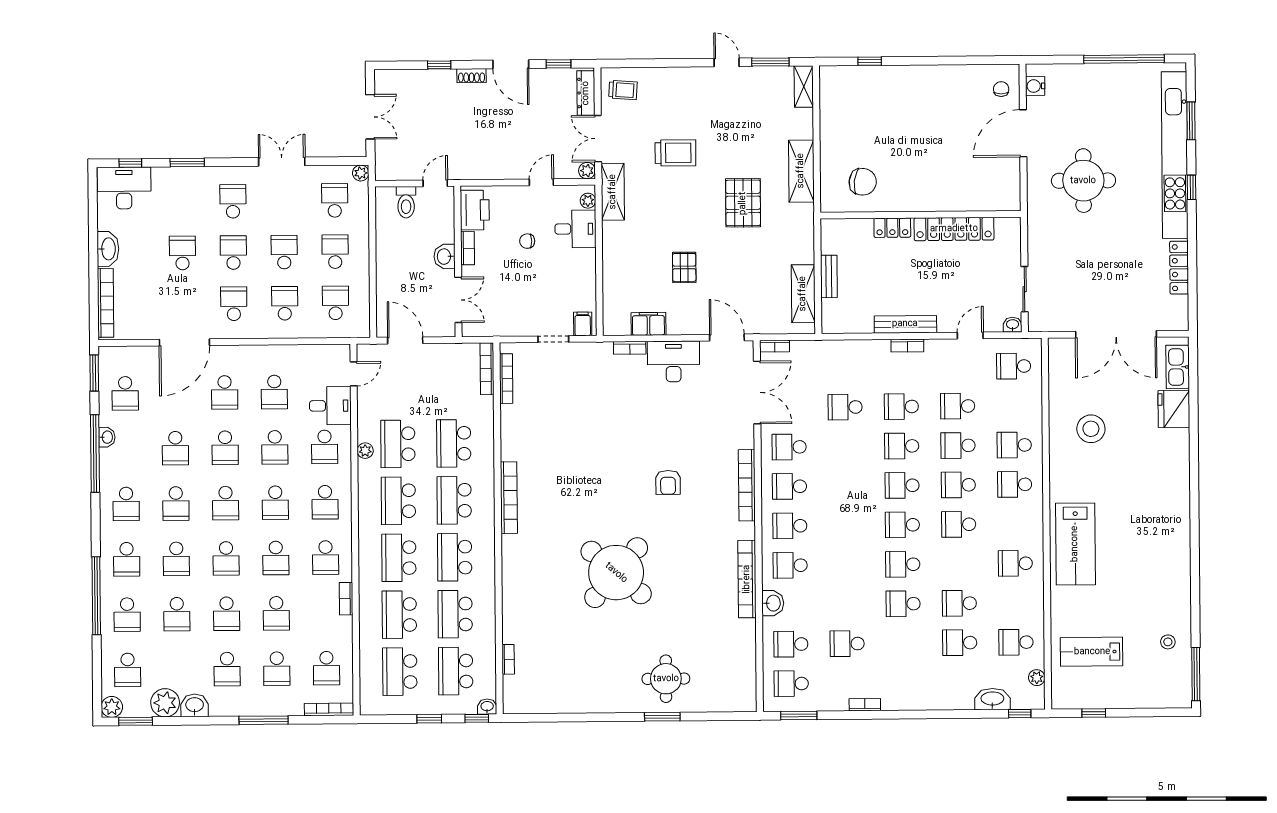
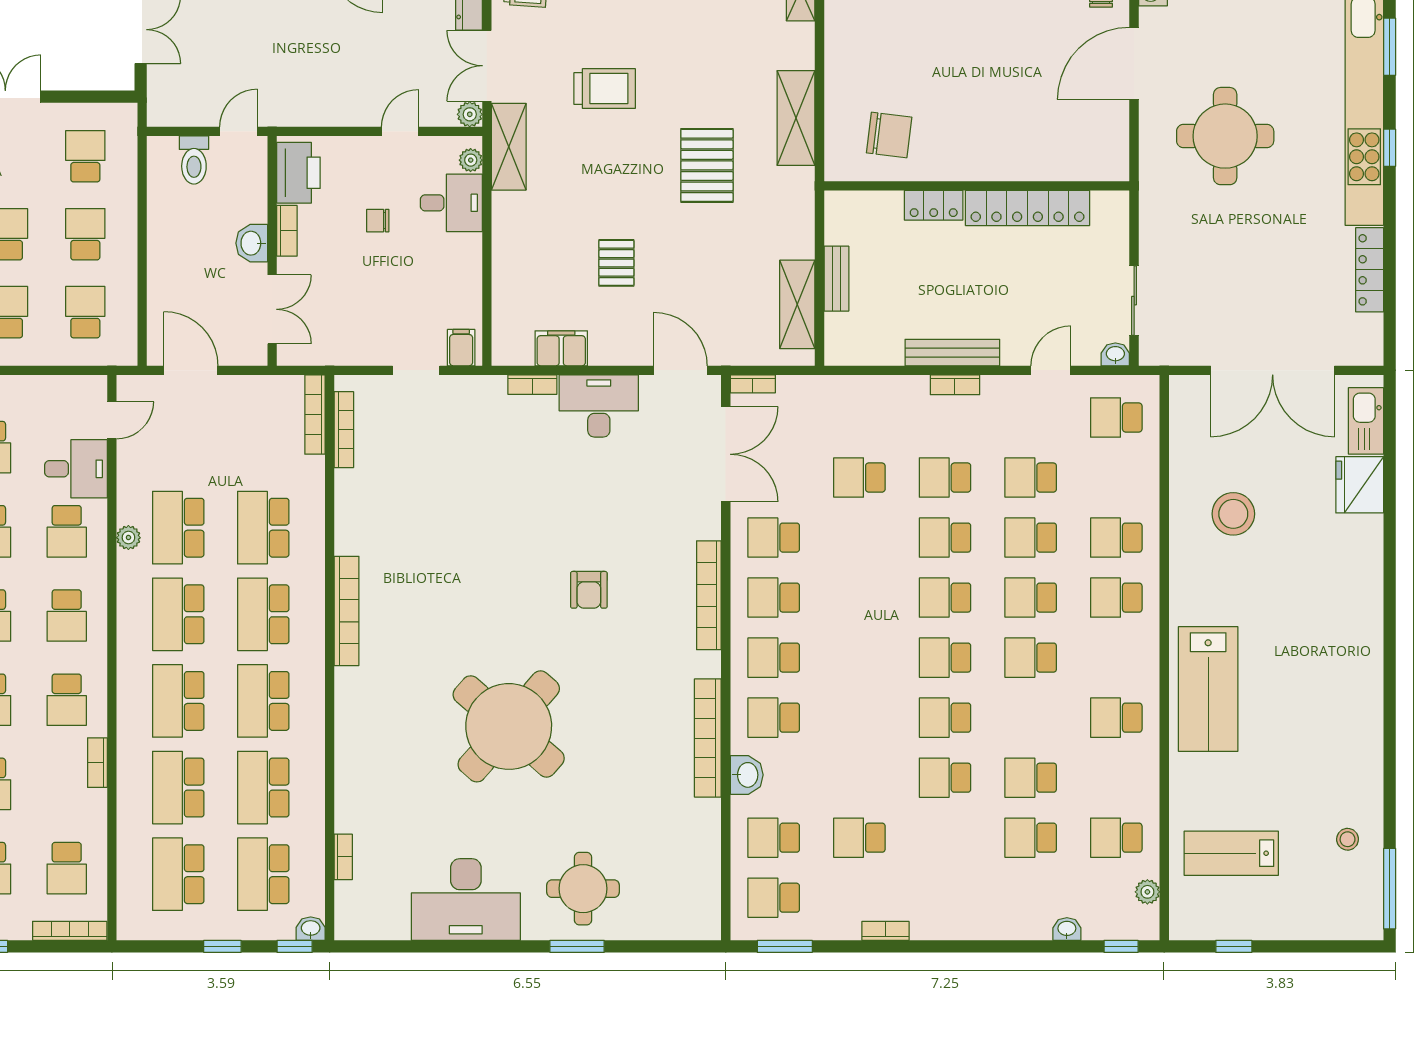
plant: (361, 173) -> (125, 115), removed
desk: (589, 687) -> (466, 900), added
washbasin: (992, 699) -> (1067, 929), width x0.52, depth x0.69

